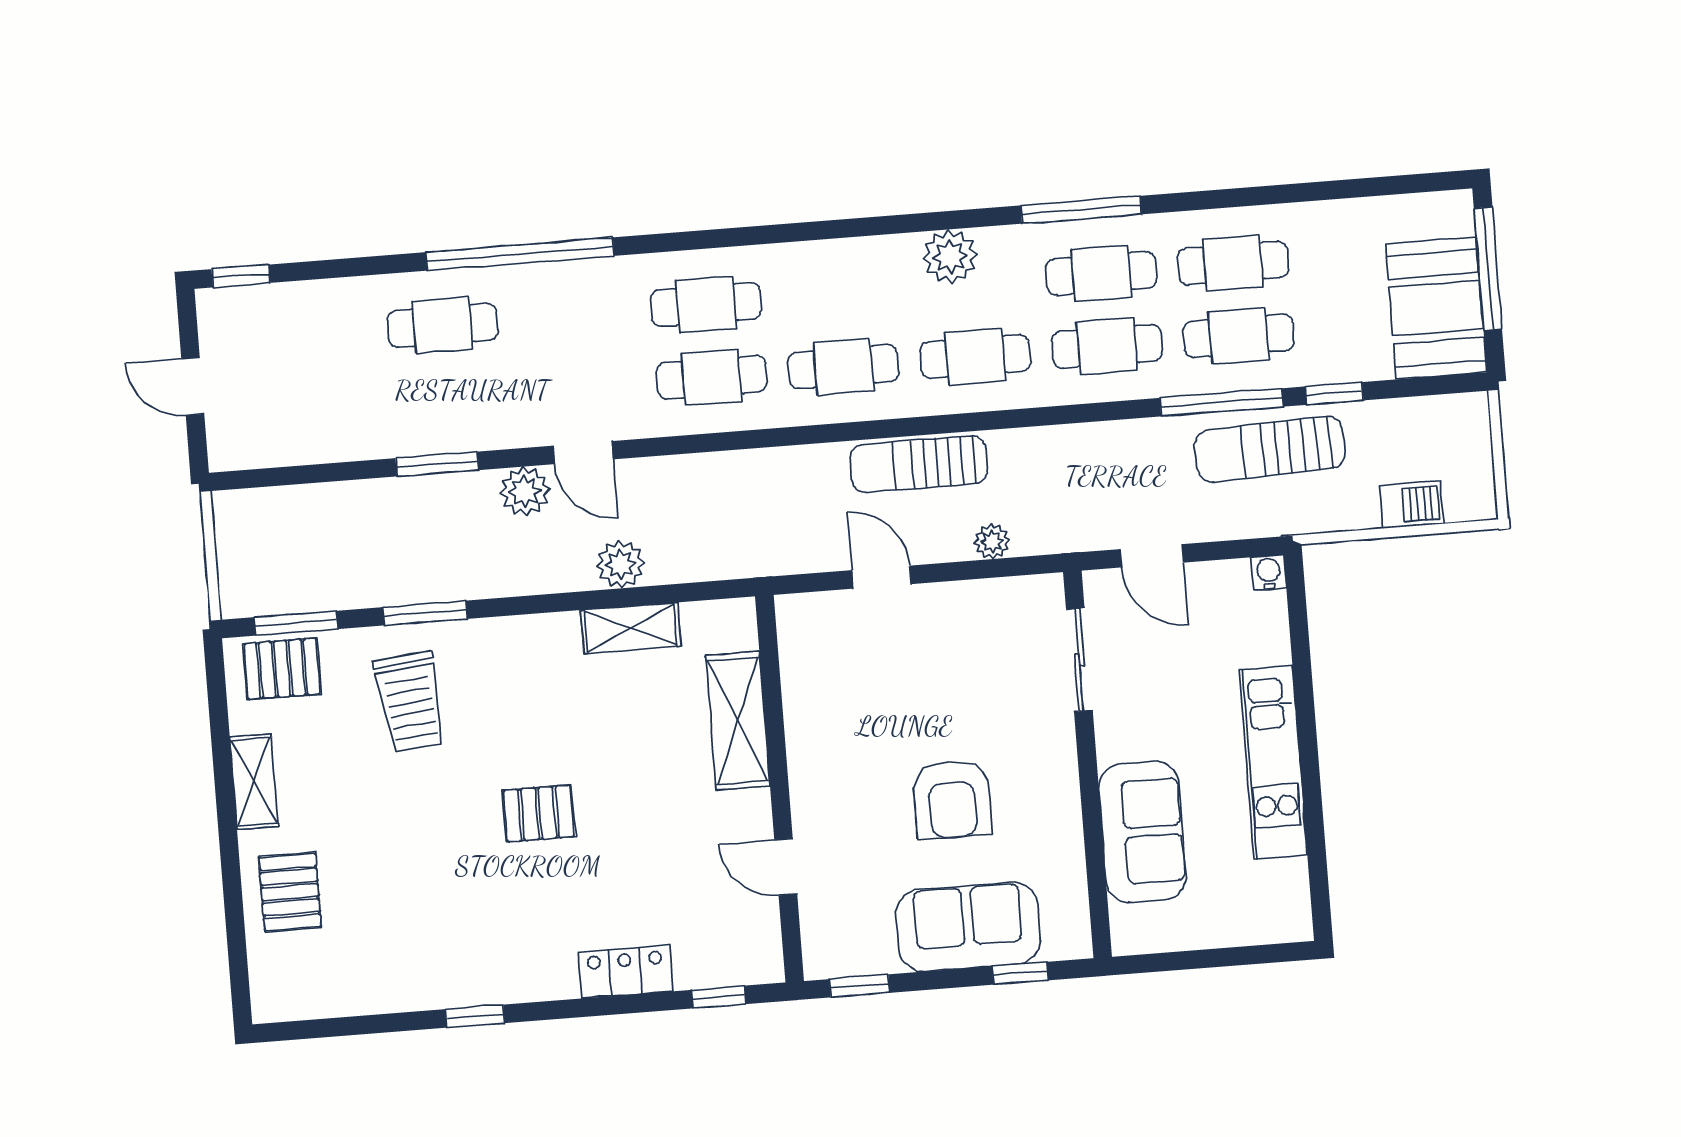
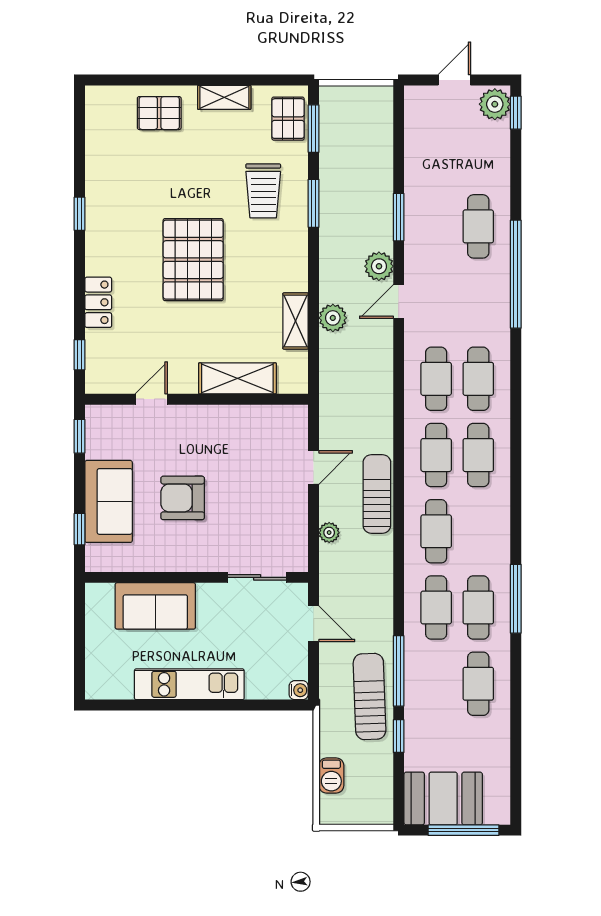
plant: (950, 257) -> (495, 104), moved
cafe table: (1239, 336) -> (478, 455), moved
door: (1152, 556) -> (314, 624), swing flipped
trolley: (410, 702) -> (263, 191), turned -84
pallet: (539, 813) -> (193, 260), width x2.05, depth x2.00

